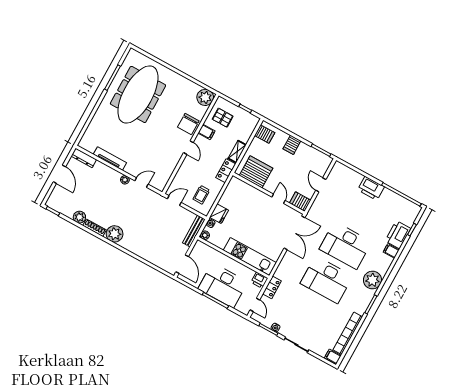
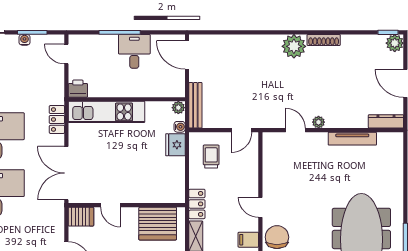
door: (142, 183) -> (295, 130), swing flipped
plant: (79, 217) -> (395, 43), moved
desk: (223, 285) -> (134, 51), width x0.53, depth x0.77
locker: (272, 287) -> (57, 119), moved

